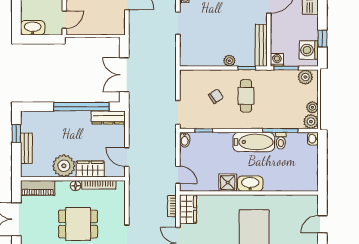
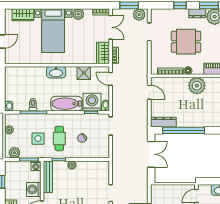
washing machine: (309, 50) -> (34, 189), moved, turned 180
side table: (274, 96) -> (38, 139), added
plant: (311, 122) -> (10, 119), removed
bathtub: (254, 142) -> (66, 104), moved
washing machine: (203, 144) -> (92, 102), added
wardrobe: (90, 169) -> (177, 83), removed
shower: (228, 183) -> (84, 73), moved

